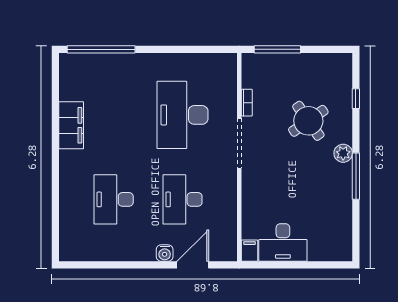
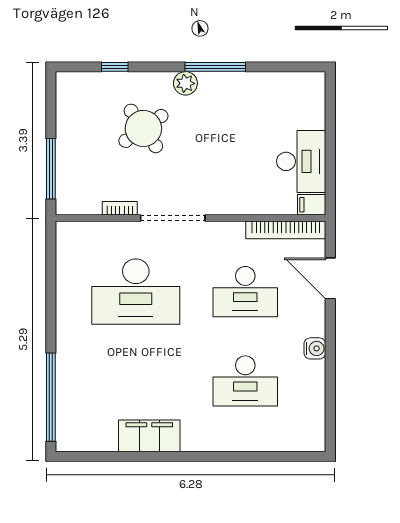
bookcase: (230, 231) -> (286, 230), added
water cooler: (165, 253) -> (315, 348), moved

